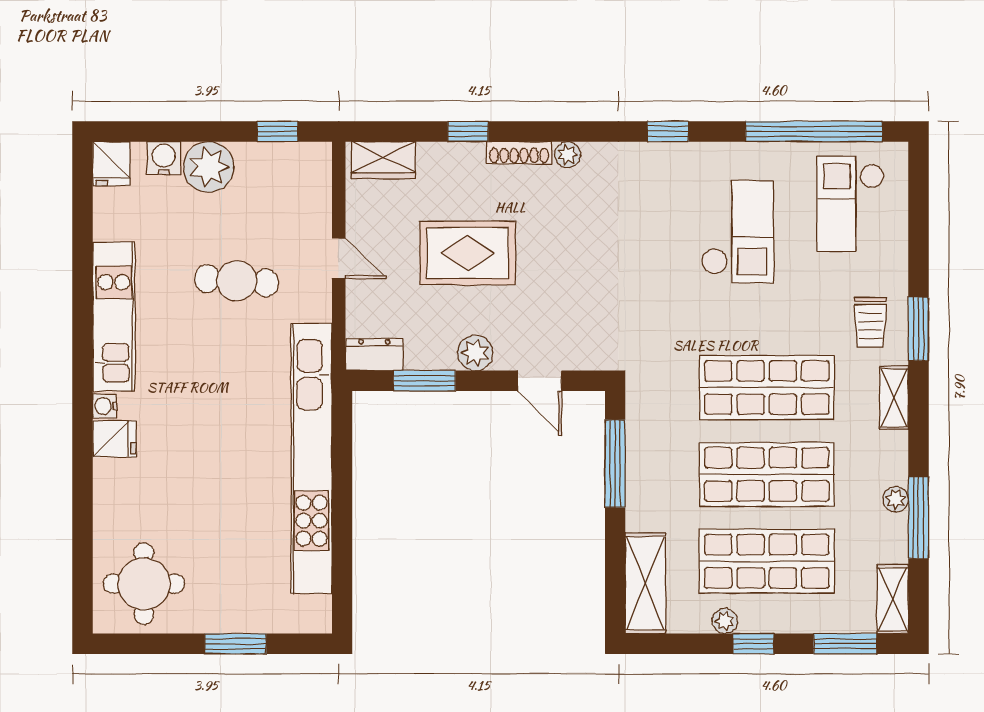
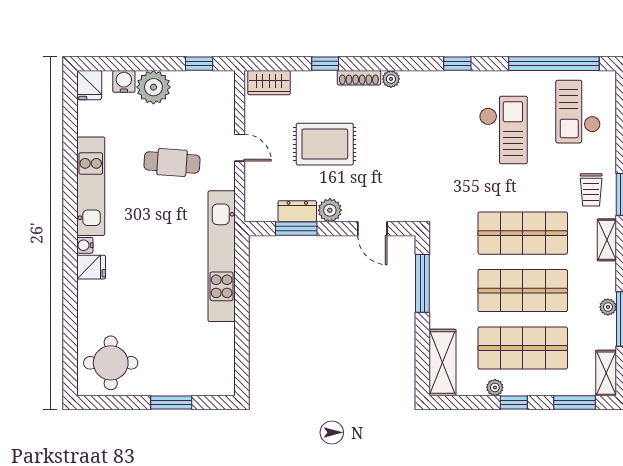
dresser: (374, 355) -> (297, 211), moved
kitchen unit: (312, 458) -> (222, 256), width x0.73

